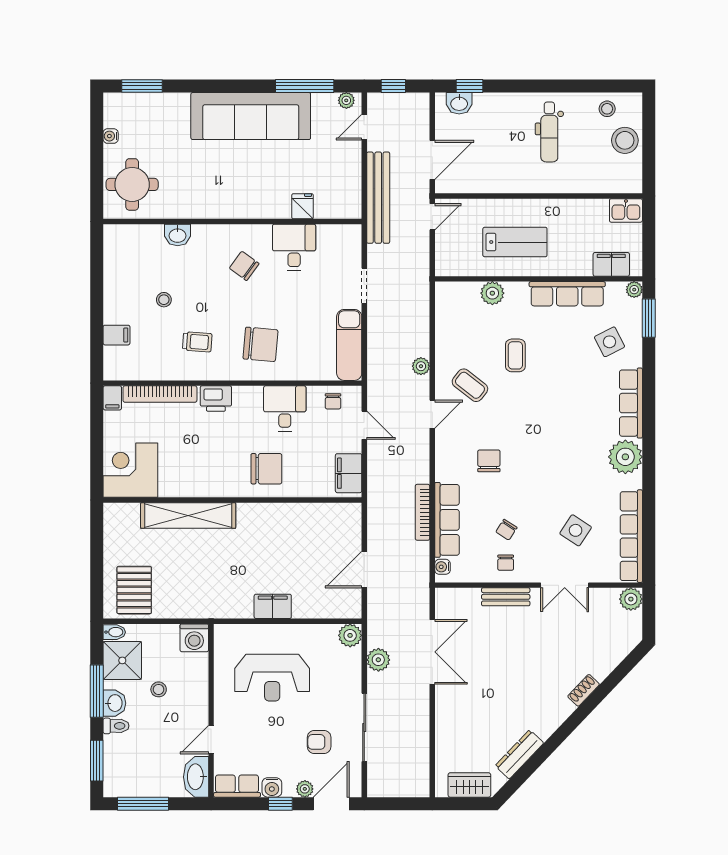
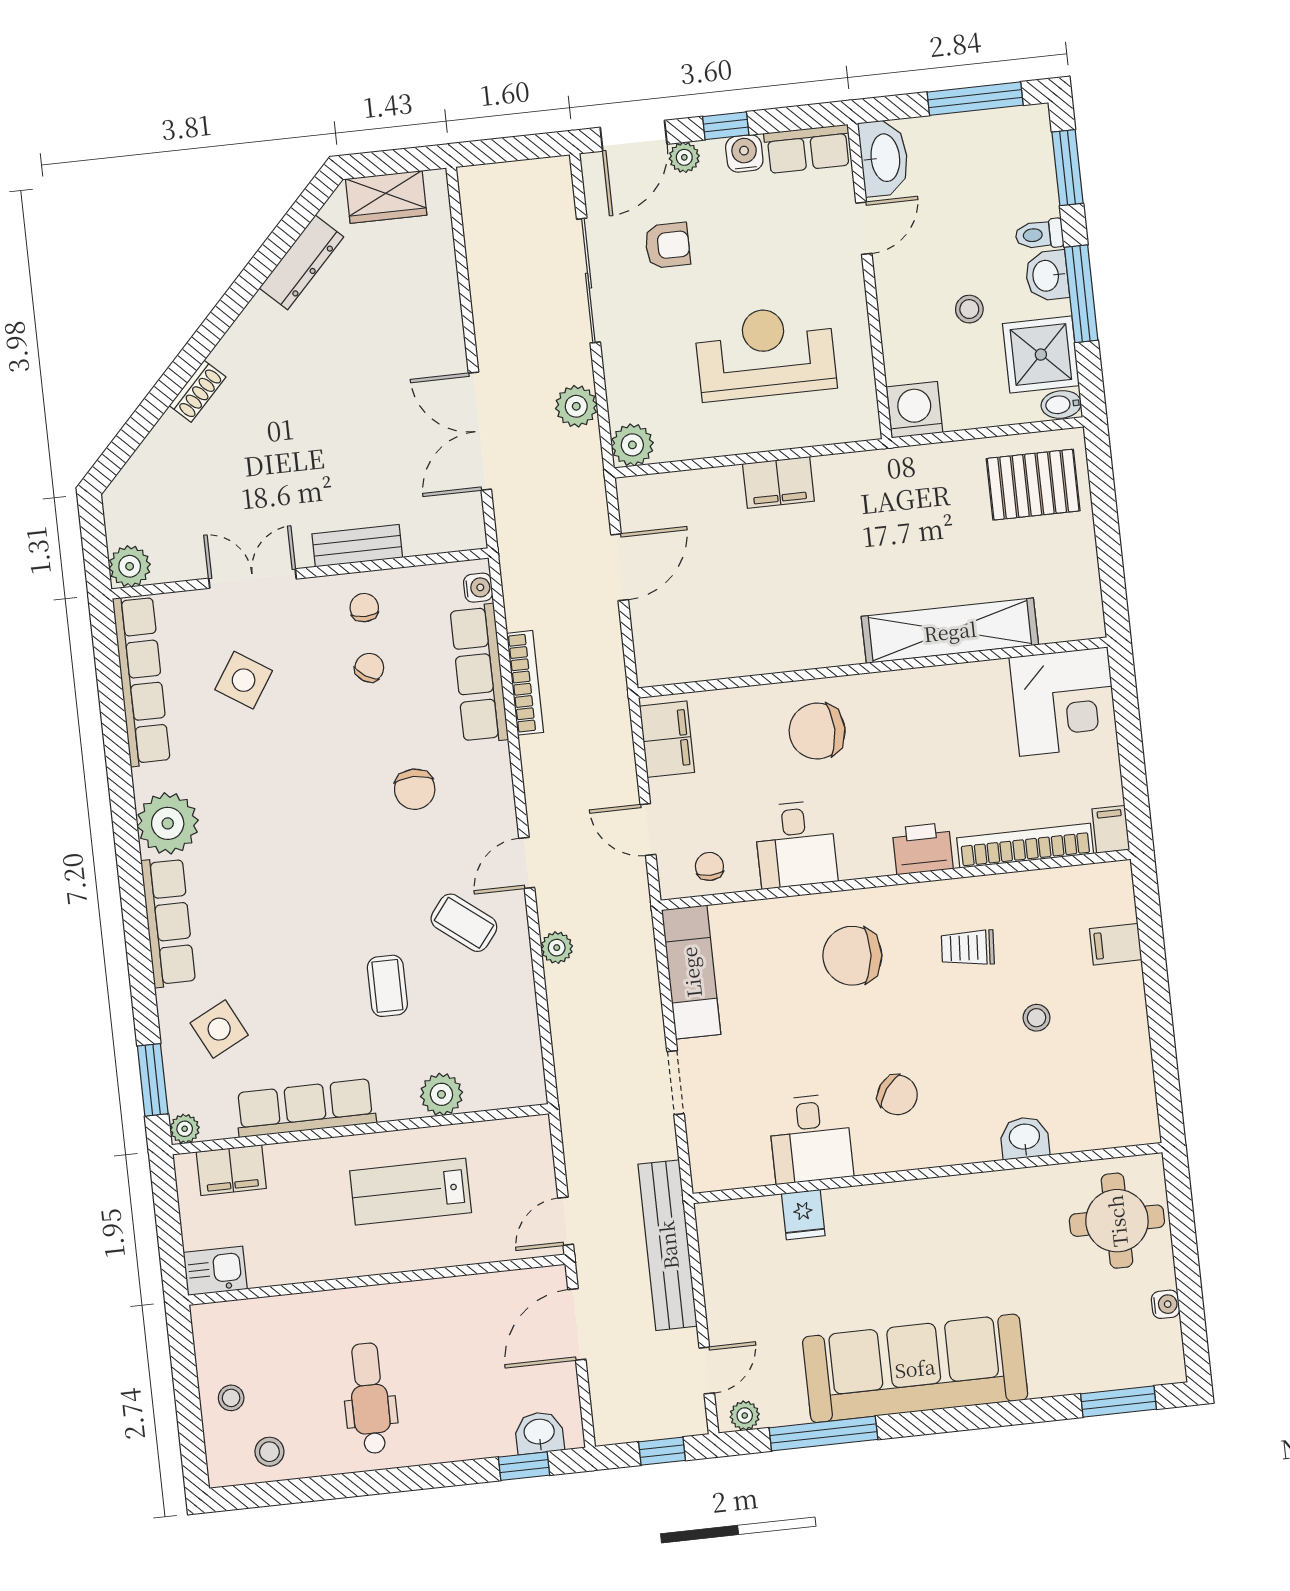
stool: (625, 140) -> (231, 1398), width x0.53, depth x0.53
pallet: (134, 590) -> (1033, 485), turned 90

